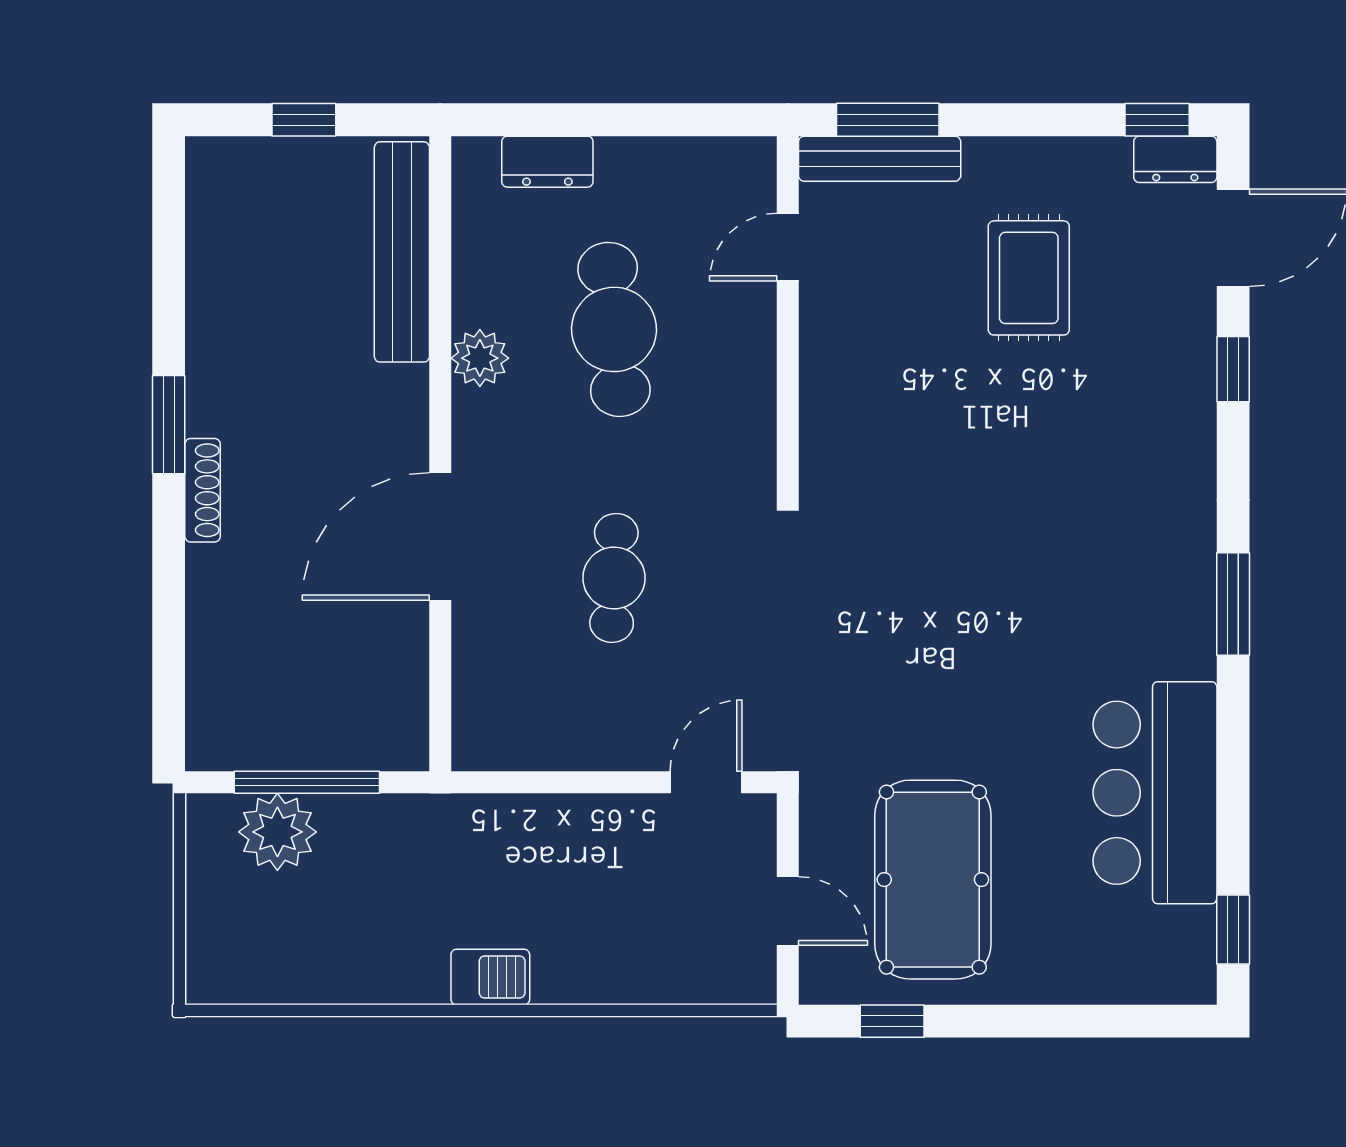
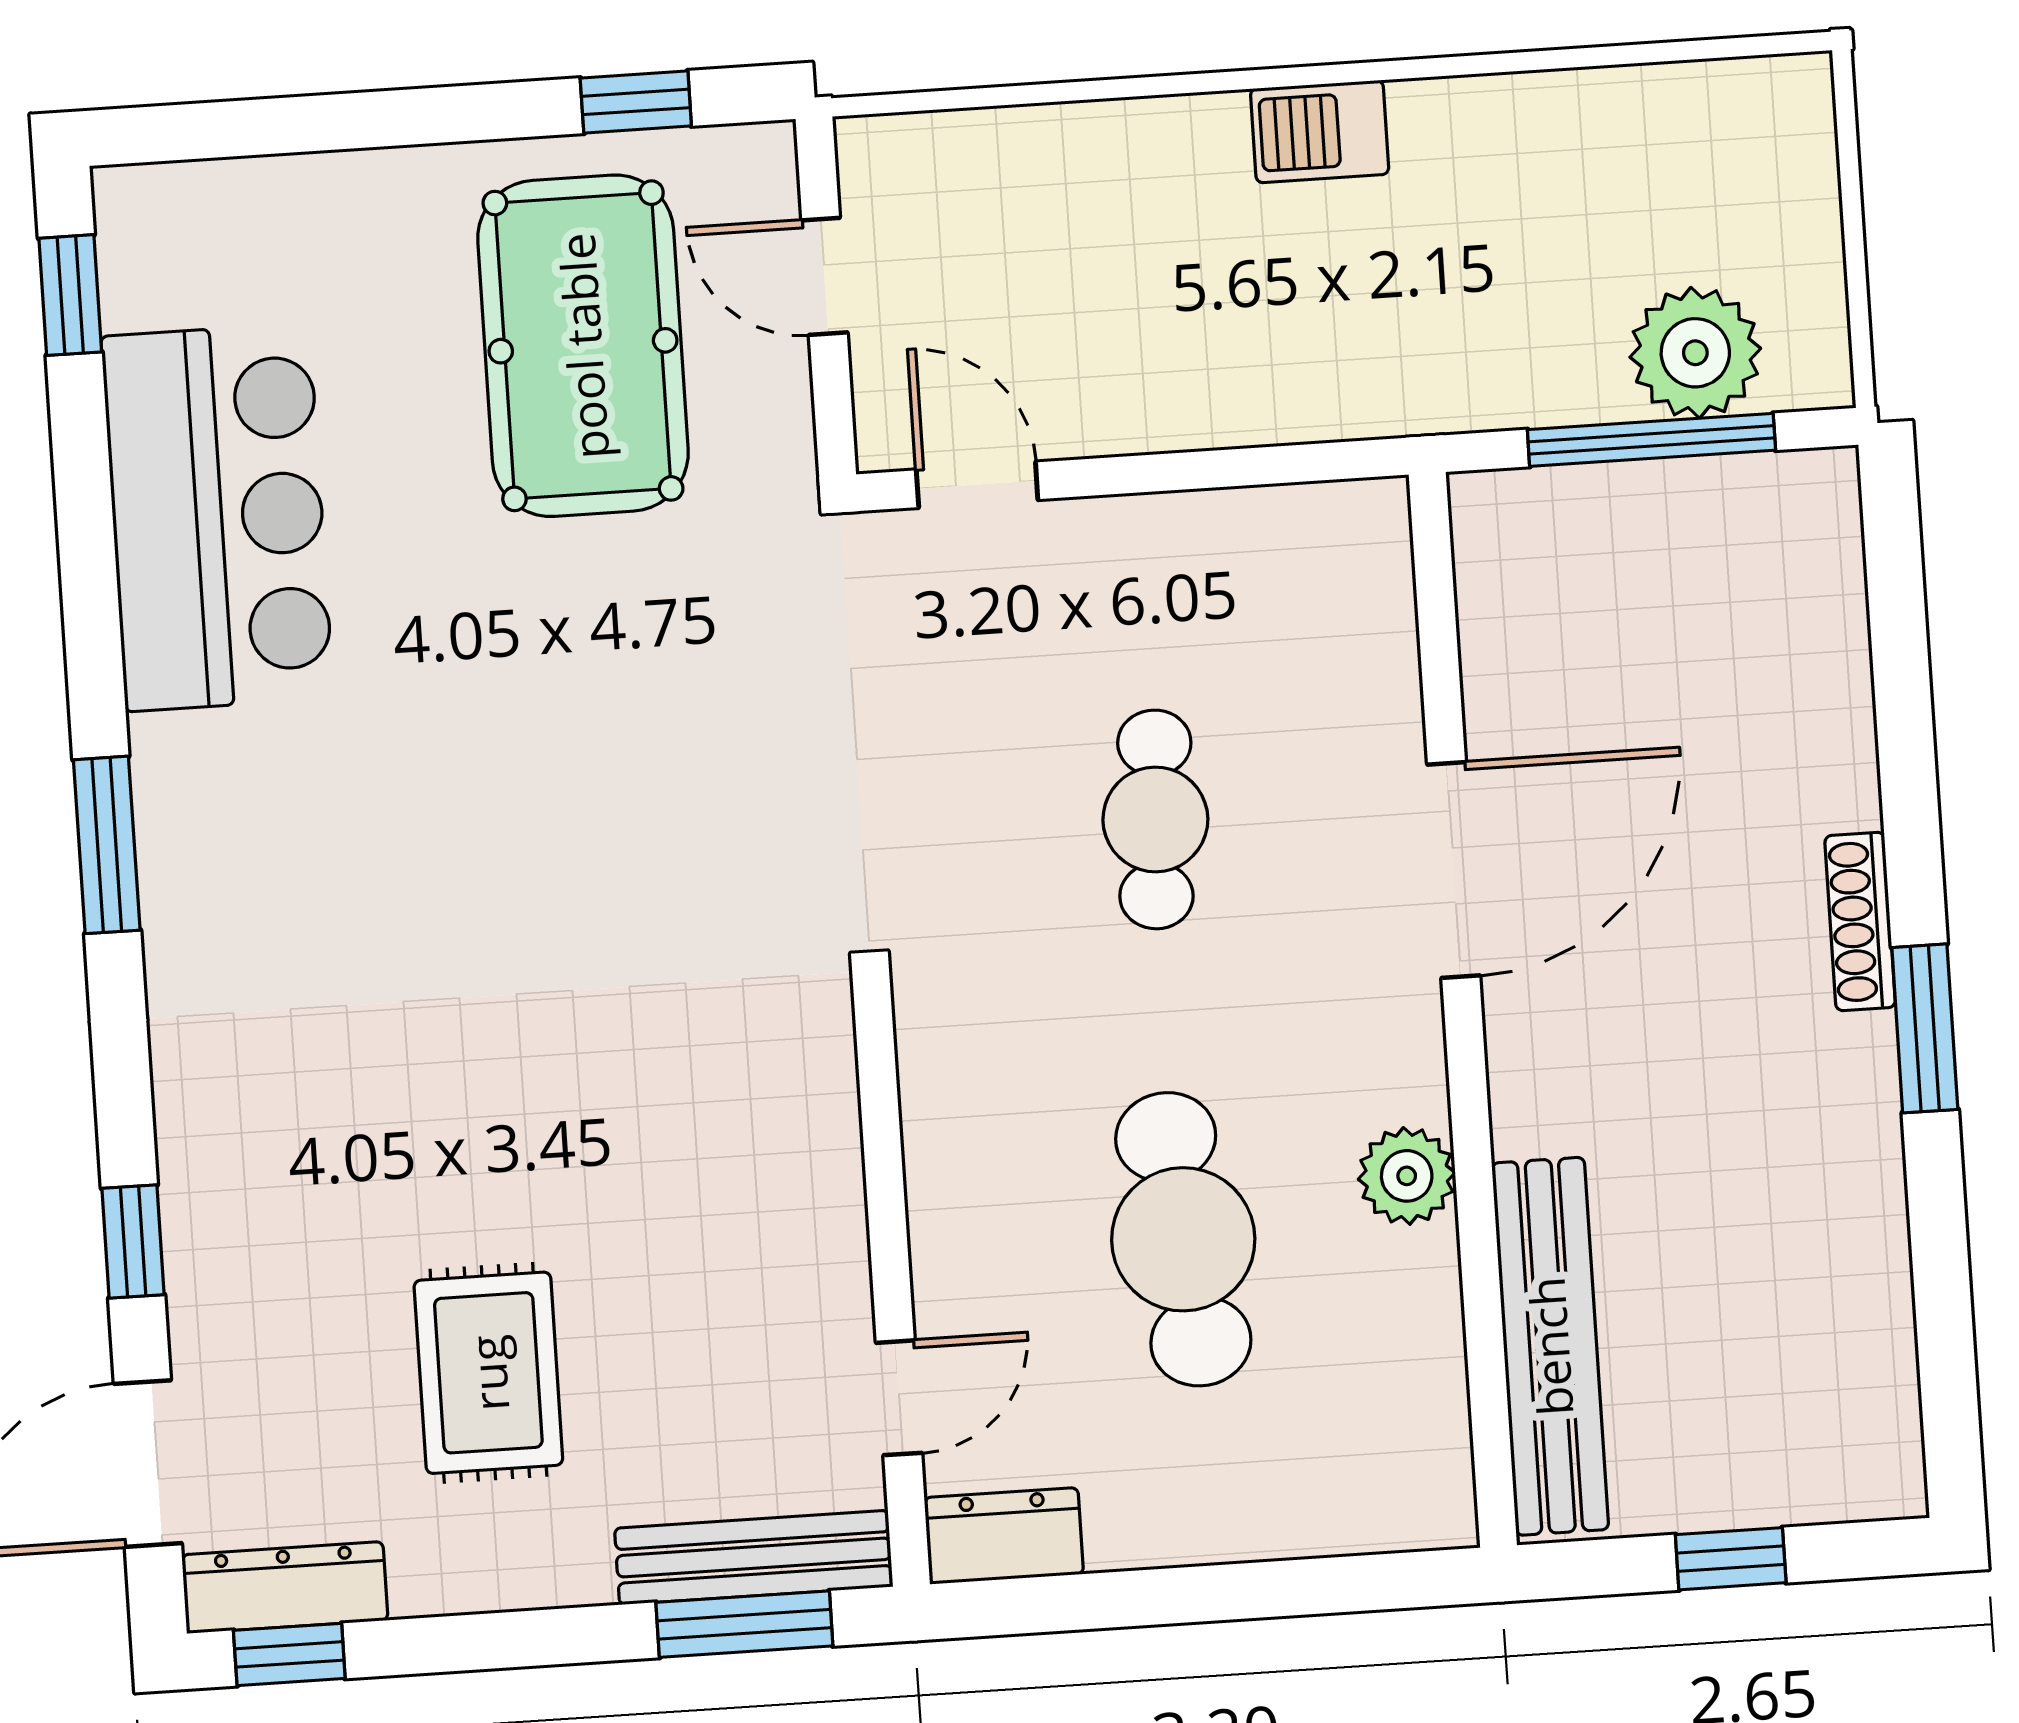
dresser: (1175, 159) -> (285, 1588), width x1.44
dresser: (547, 162) -> (1004, 1536), moved
door: (706, 782) -> (977, 485), swing flipped

